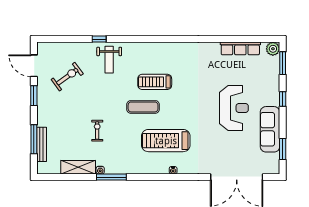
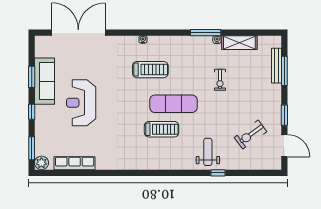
exercise mat: (143, 107) -> (173, 104), width x1.36, depth x1.45
treadmill: (166, 141) -> (150, 70), width x0.73, depth x0.73
window: (283, 149) -> (32, 77), moved

